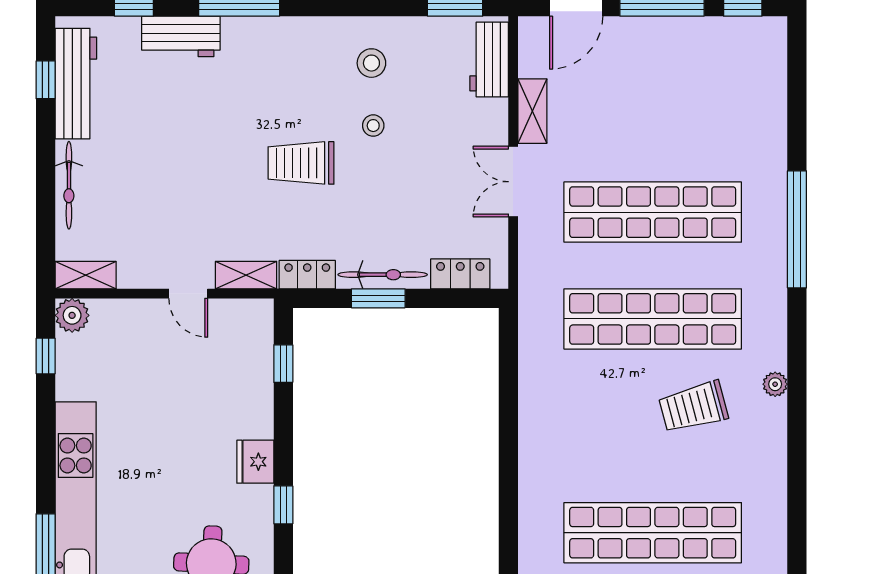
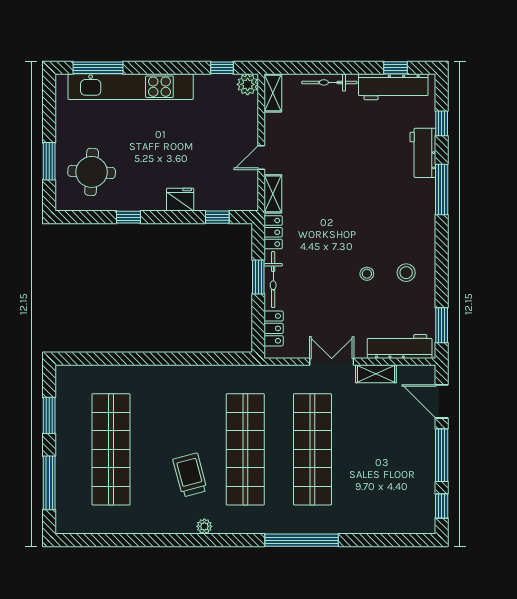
workbench: (489, 60) -> (400, 347), width x1.38
trolley: (301, 163) -> (343, 228), removed
fridge: (255, 462) -> (180, 200), moved

